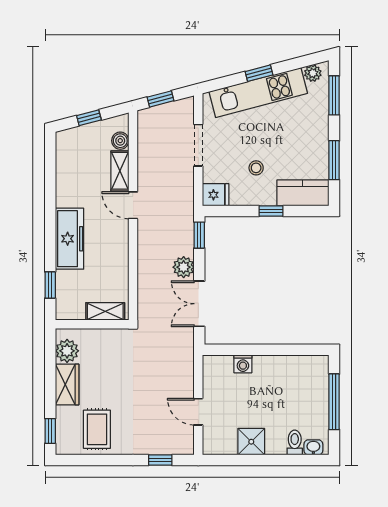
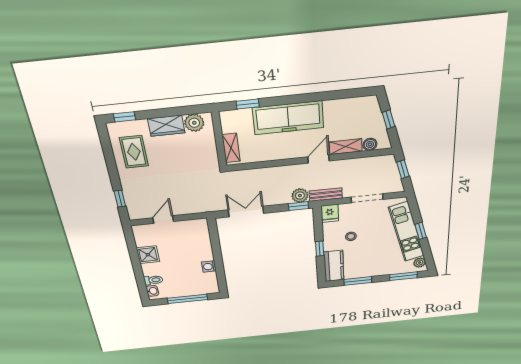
bench: (186, 199) -> (326, 195), added
freezer: (70, 239) -> (288, 118), width x1.36, depth x1.26
plant: (184, 267) -> (300, 196), moved
washing machine: (243, 364) -> (209, 266), moved
rug: (97, 429) -> (134, 152), turned 90

